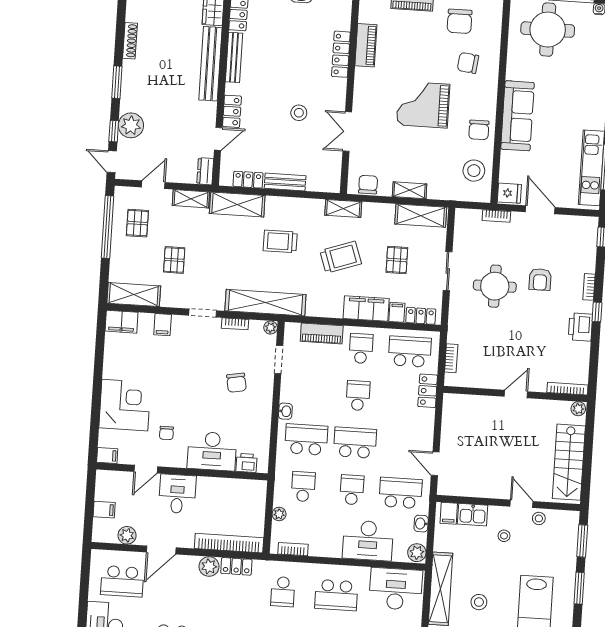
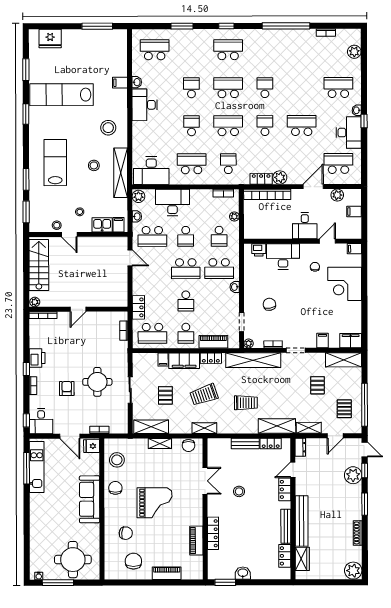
desk: (581, 234) -> (41, 421), added
locker: (421, 316) -> (211, 358), moved

